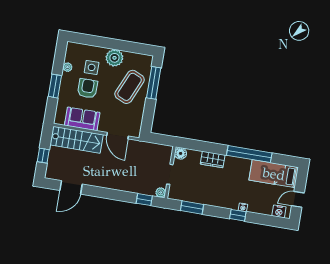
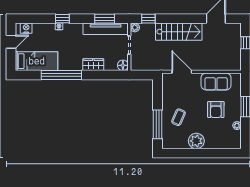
side table: (92, 67) -> (215, 129), removed
coffee table: (130, 87) -> (178, 117), width x0.54, depth x0.58
stairs: (77, 140) -> (179, 32), moved, turned 180
tv unit: (193, 196) -> (106, 29), added

